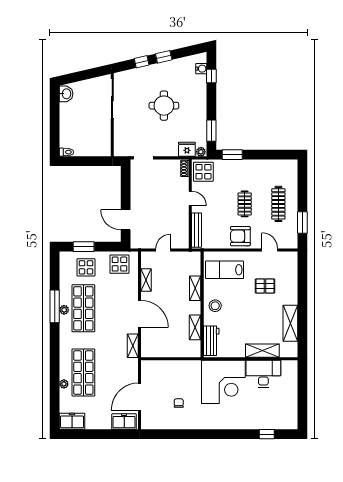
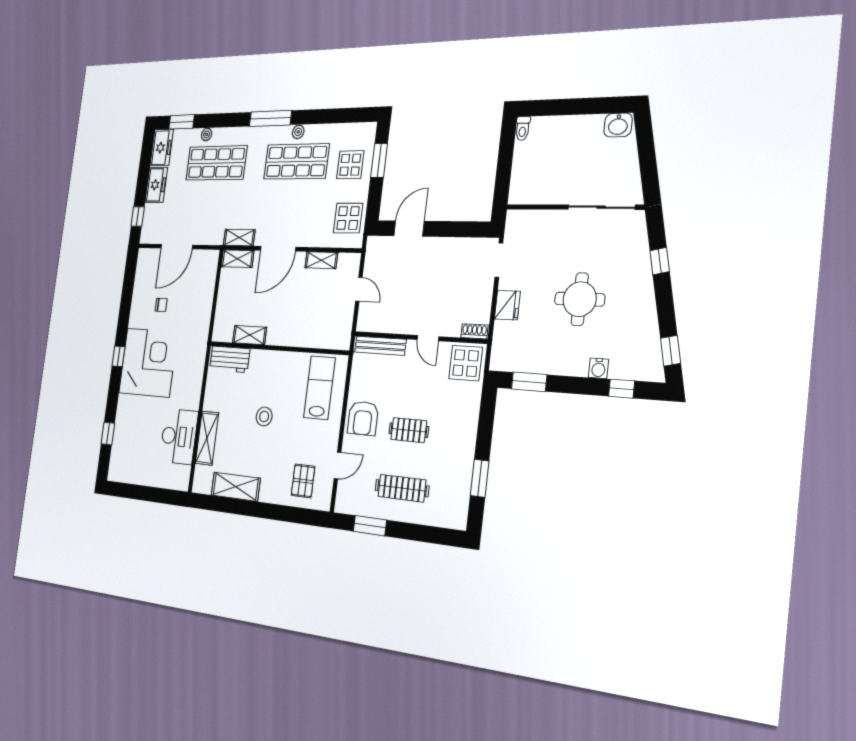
window: (164, 57) -> (671, 351), moved
water cooler: (201, 69) -> (598, 368), moved
fridge: (187, 149) -> (507, 305), moved
plant: (201, 152) -> (497, 361), removed
window: (232, 155) -> (480, 478), moved
door: (190, 198) -> (428, 338), hinge flipped
armchair: (240, 236) -> (363, 418), turned 180
pallet: (265, 286) -> (303, 481), moved
shelving: (195, 288) -> (237, 259), moved
window: (55, 306) -> (270, 118), moved
stool: (215, 306) -> (264, 416), moved
corner desk: (223, 382) -> (148, 363), moved, turned 180
door: (139, 397) -> (177, 247), swing flipped
window: (55, 407) -> (182, 122), added
freezer: (124, 422) -> (156, 185), moved
window: (119, 434) -> (138, 216), added
window: (215, 434) -> (118, 356), added

